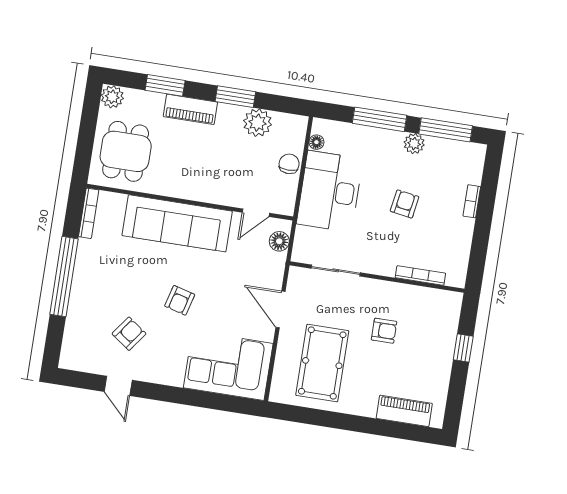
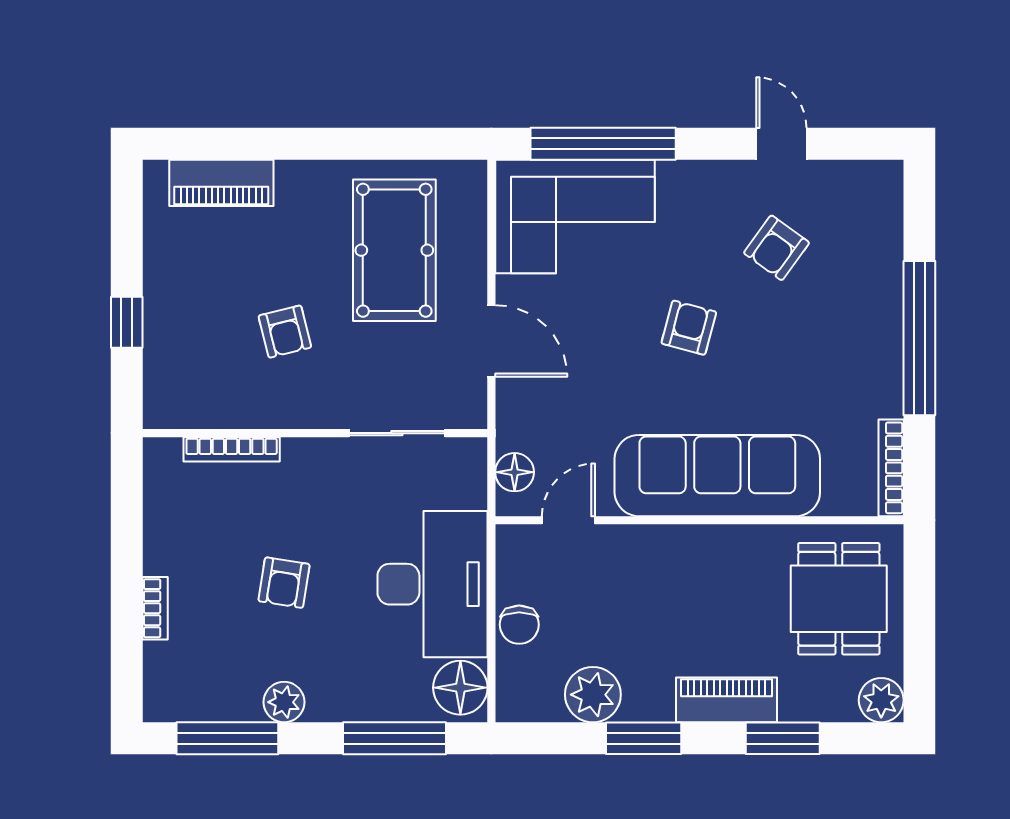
window: (380, 119) -> (395, 738), moved
floor lamp: (316, 142) -> (460, 688), width x1.89, depth x1.89
armchair: (384, 331) -> (285, 332), turned -104
window: (208, 400) -> (603, 144), added

